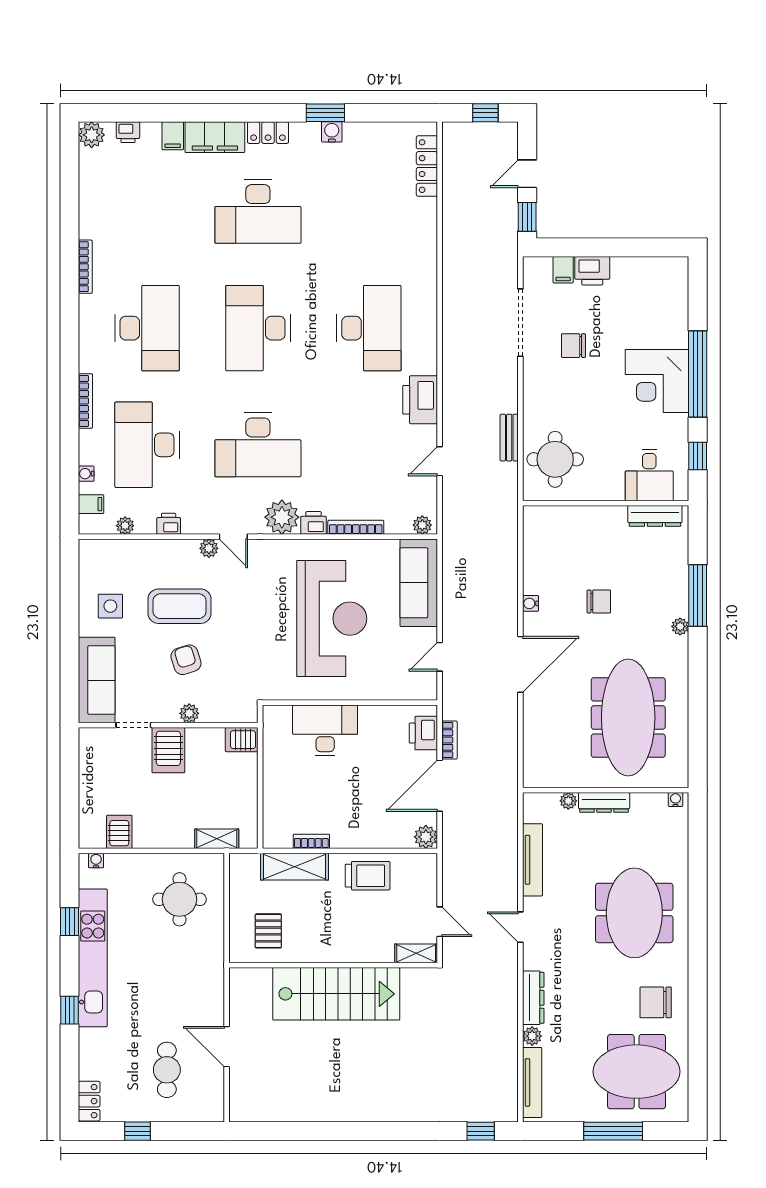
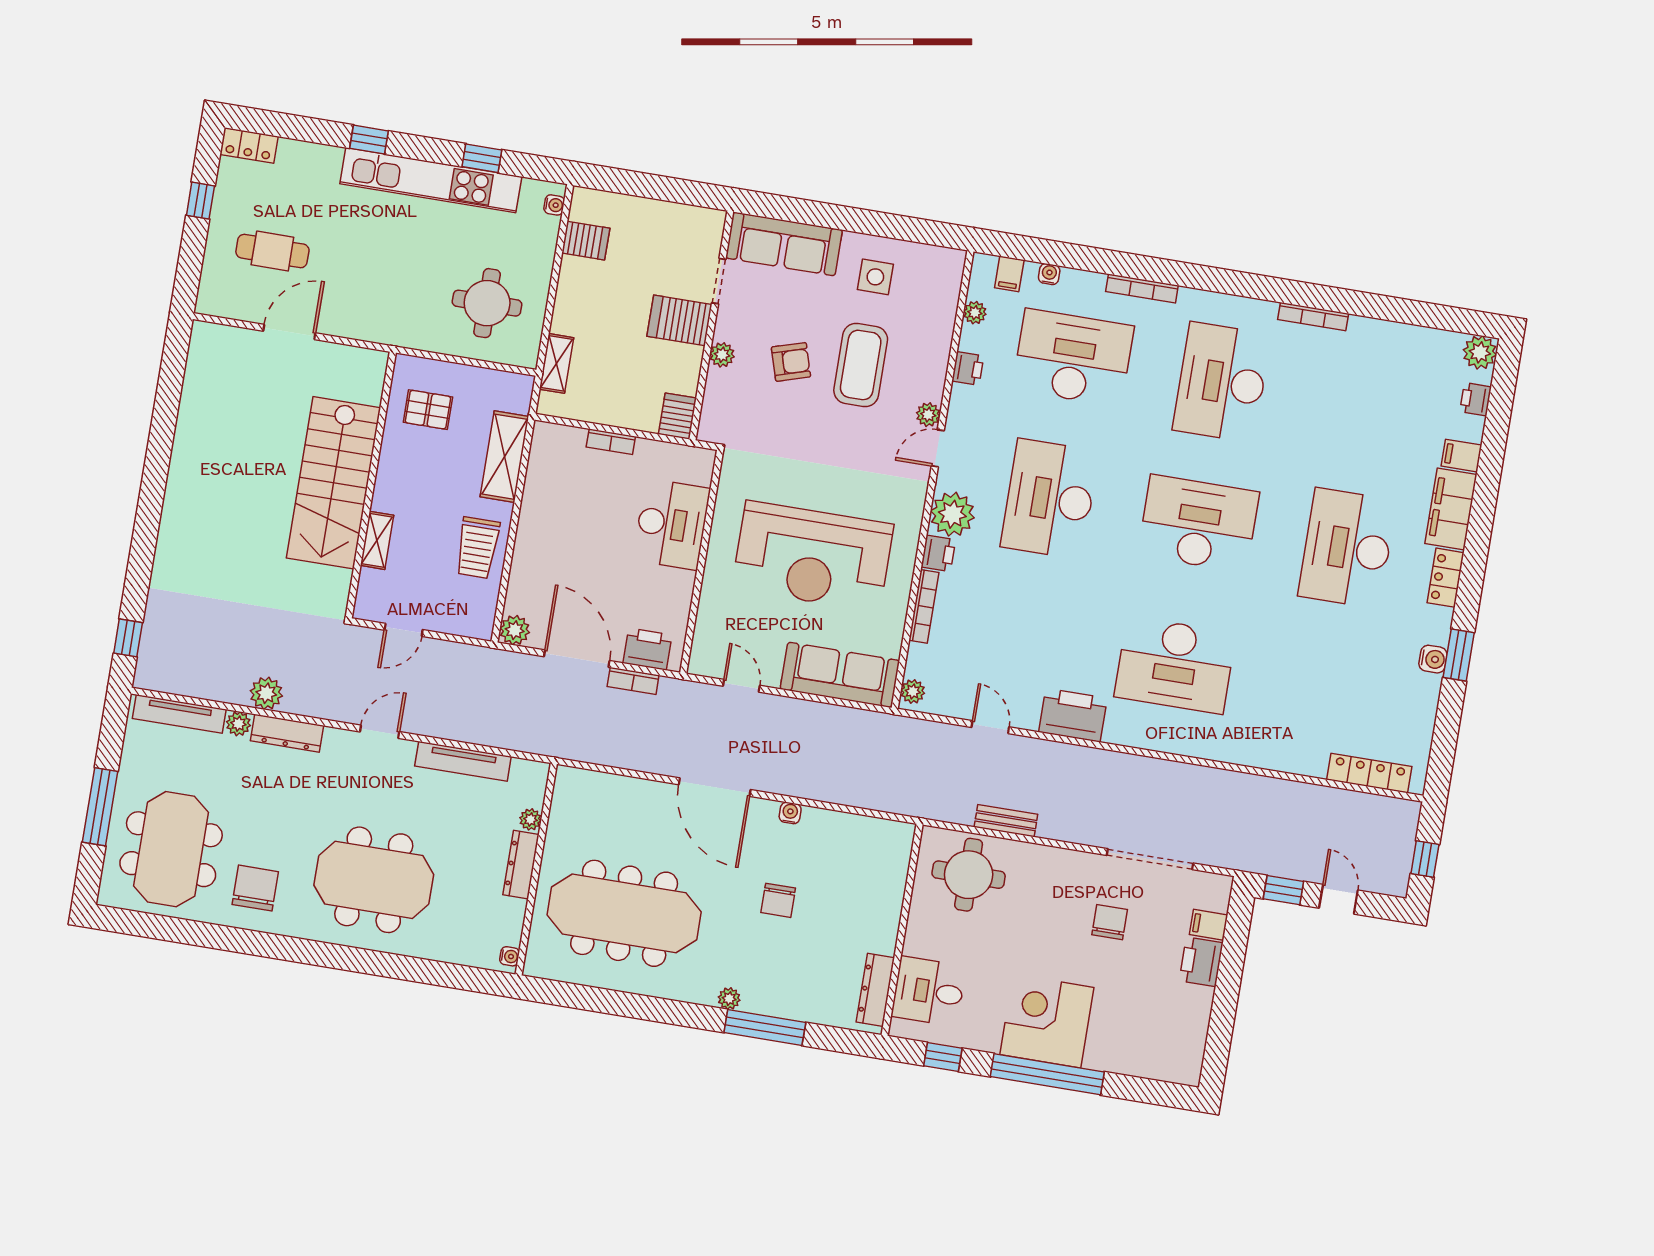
desk: (147, 328) -> (1222, 382), turned 90
bookcase: (311, 841) -> (611, 442), moved, turned 90
shelving: (416, 953) -> (377, 540), moved
plant: (505, 1019) -> (266, 693), added

